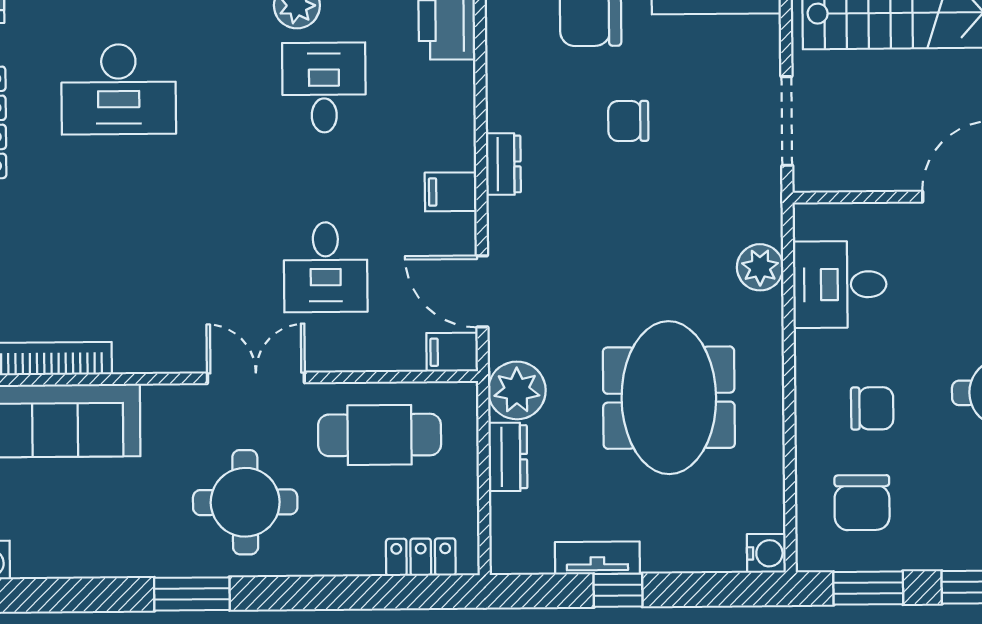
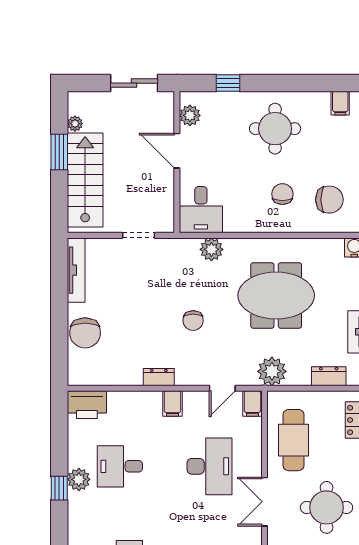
chair: (628, 121) -> (193, 321), moved
doorway: (787, 121) -> (139, 235), width x0.73
desk: (326, 267) -> (210, 466), width x1.37
desk: (840, 284) -> (201, 210), moved
door: (482, 291) -> (222, 388), width x0.73
dresser: (508, 457) -> (329, 376), moved

